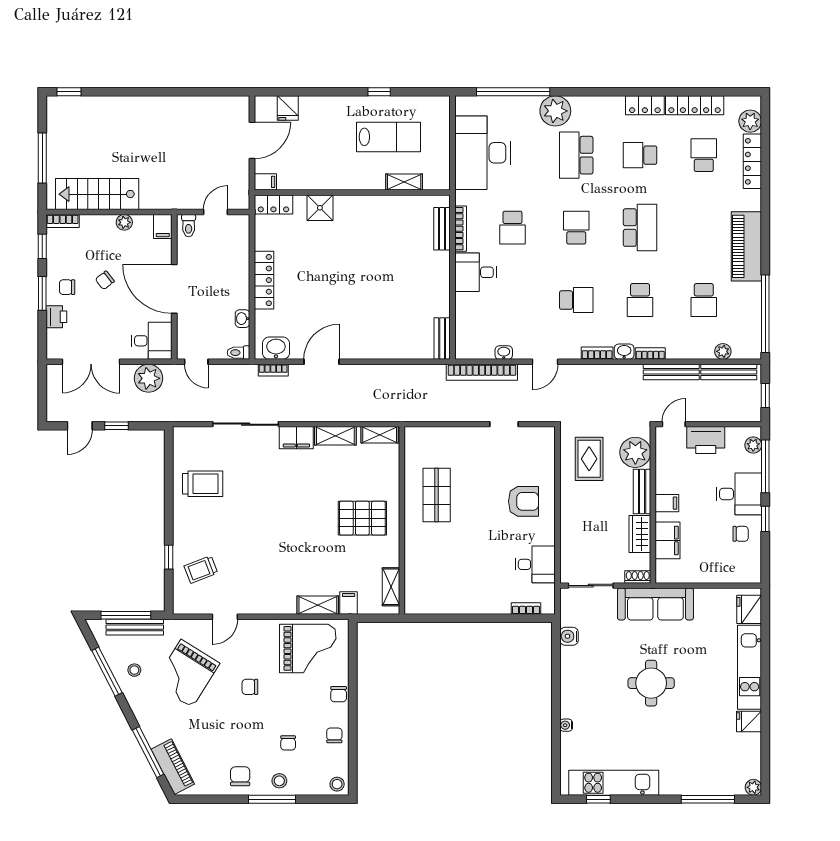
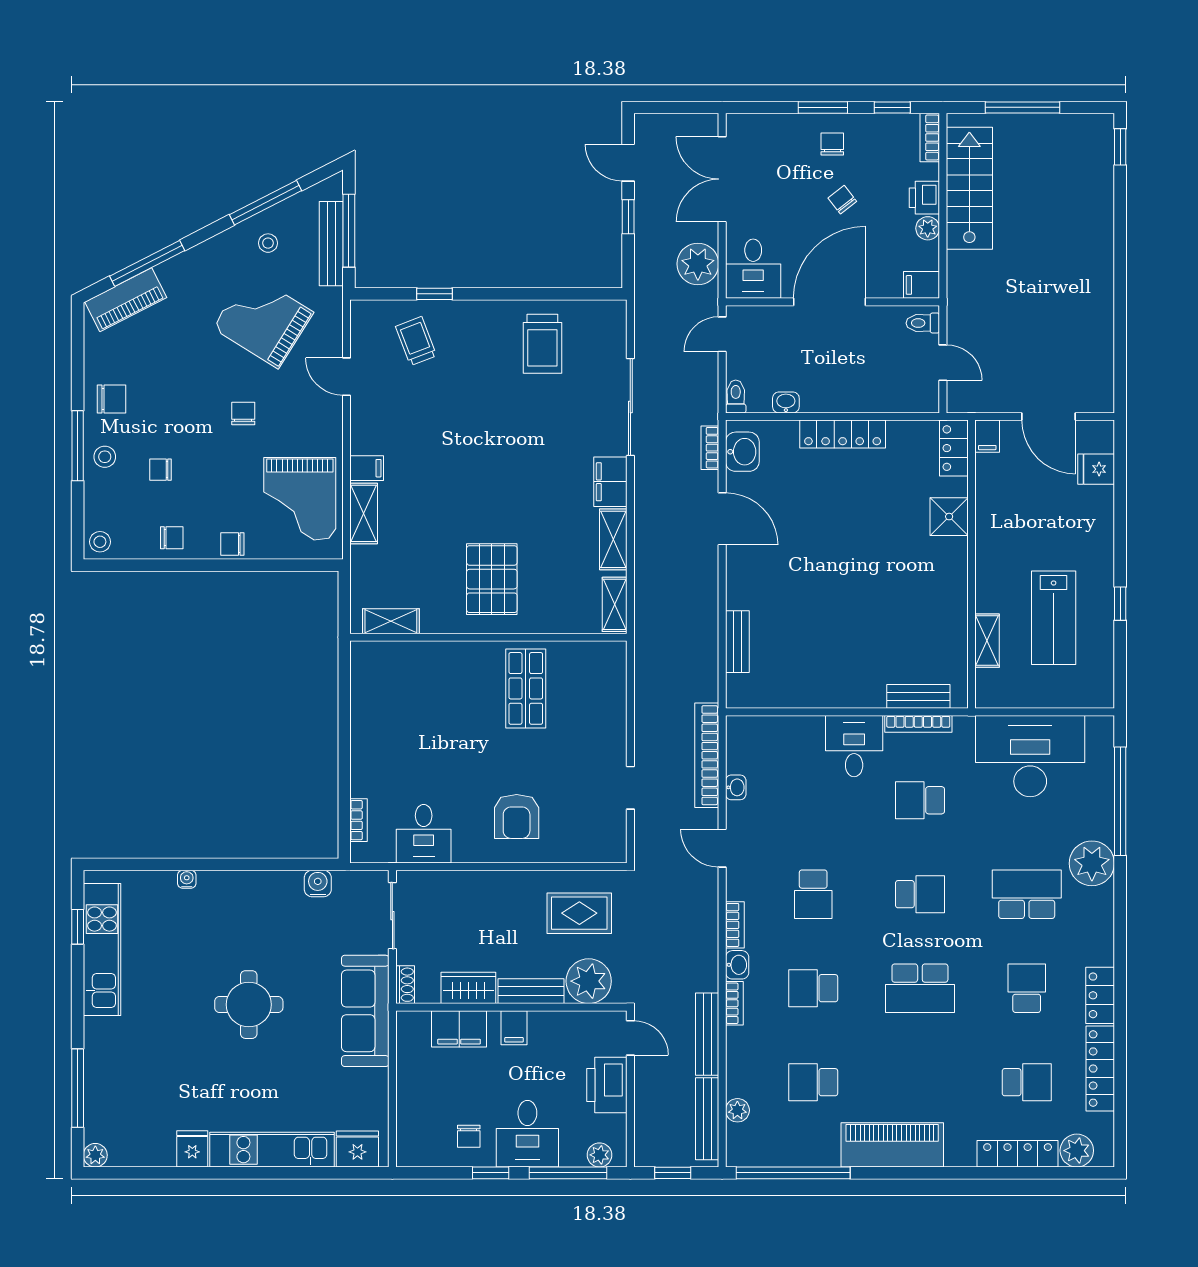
printer: (56, 317) -> (924, 198), moved, turned 90
bench: (442, 338) -> (737, 642), moved, turned 90
shop shelf: (437, 495) -> (526, 688), turned 90
filing cabinet: (349, 603) -> (367, 468), moved

